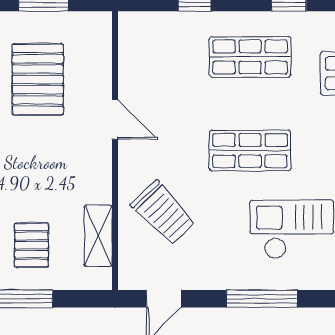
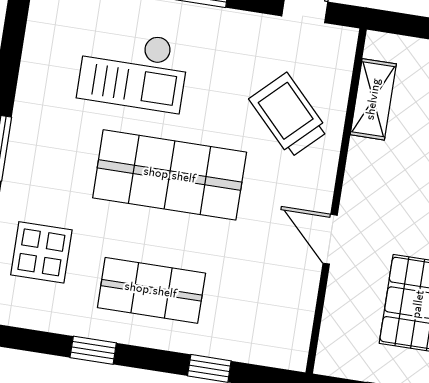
shop shelf: (250, 151) -> (170, 175), width x1.43, depth x1.36

